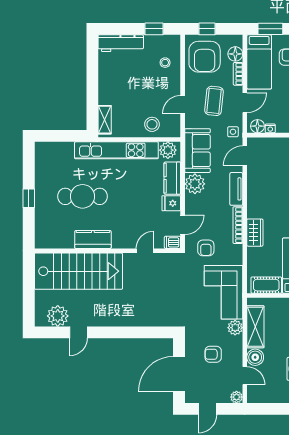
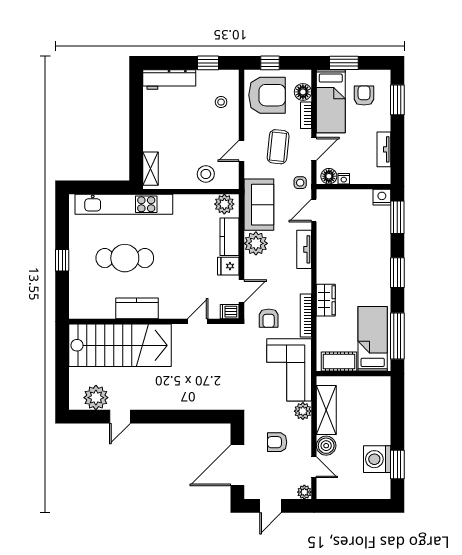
armchair: (205, 57) -> (267, 95), turned -90
kitchen unit: (116, 150) -> (124, 204), moved
bookcase: (238, 225) -> (306, 316), moved

